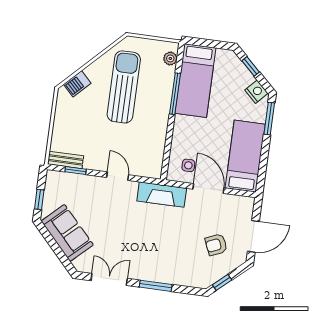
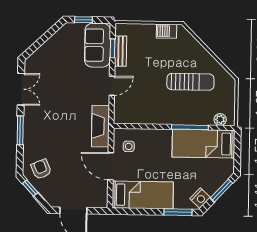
window: (251, 66) -> (222, 190), width x1.50
barbecue: (77, 84) -> (167, 31), moved, turned -45
sun lounger: (124, 87) -> (190, 82), width x0.73, depth x0.75
bench: (66, 160) -> (120, 51), moved
door: (208, 188) -> (111, 166), swing flipped
sofa: (67, 233) -> (98, 45), moved, turned 133
armchair: (216, 245) -> (41, 169), moved

